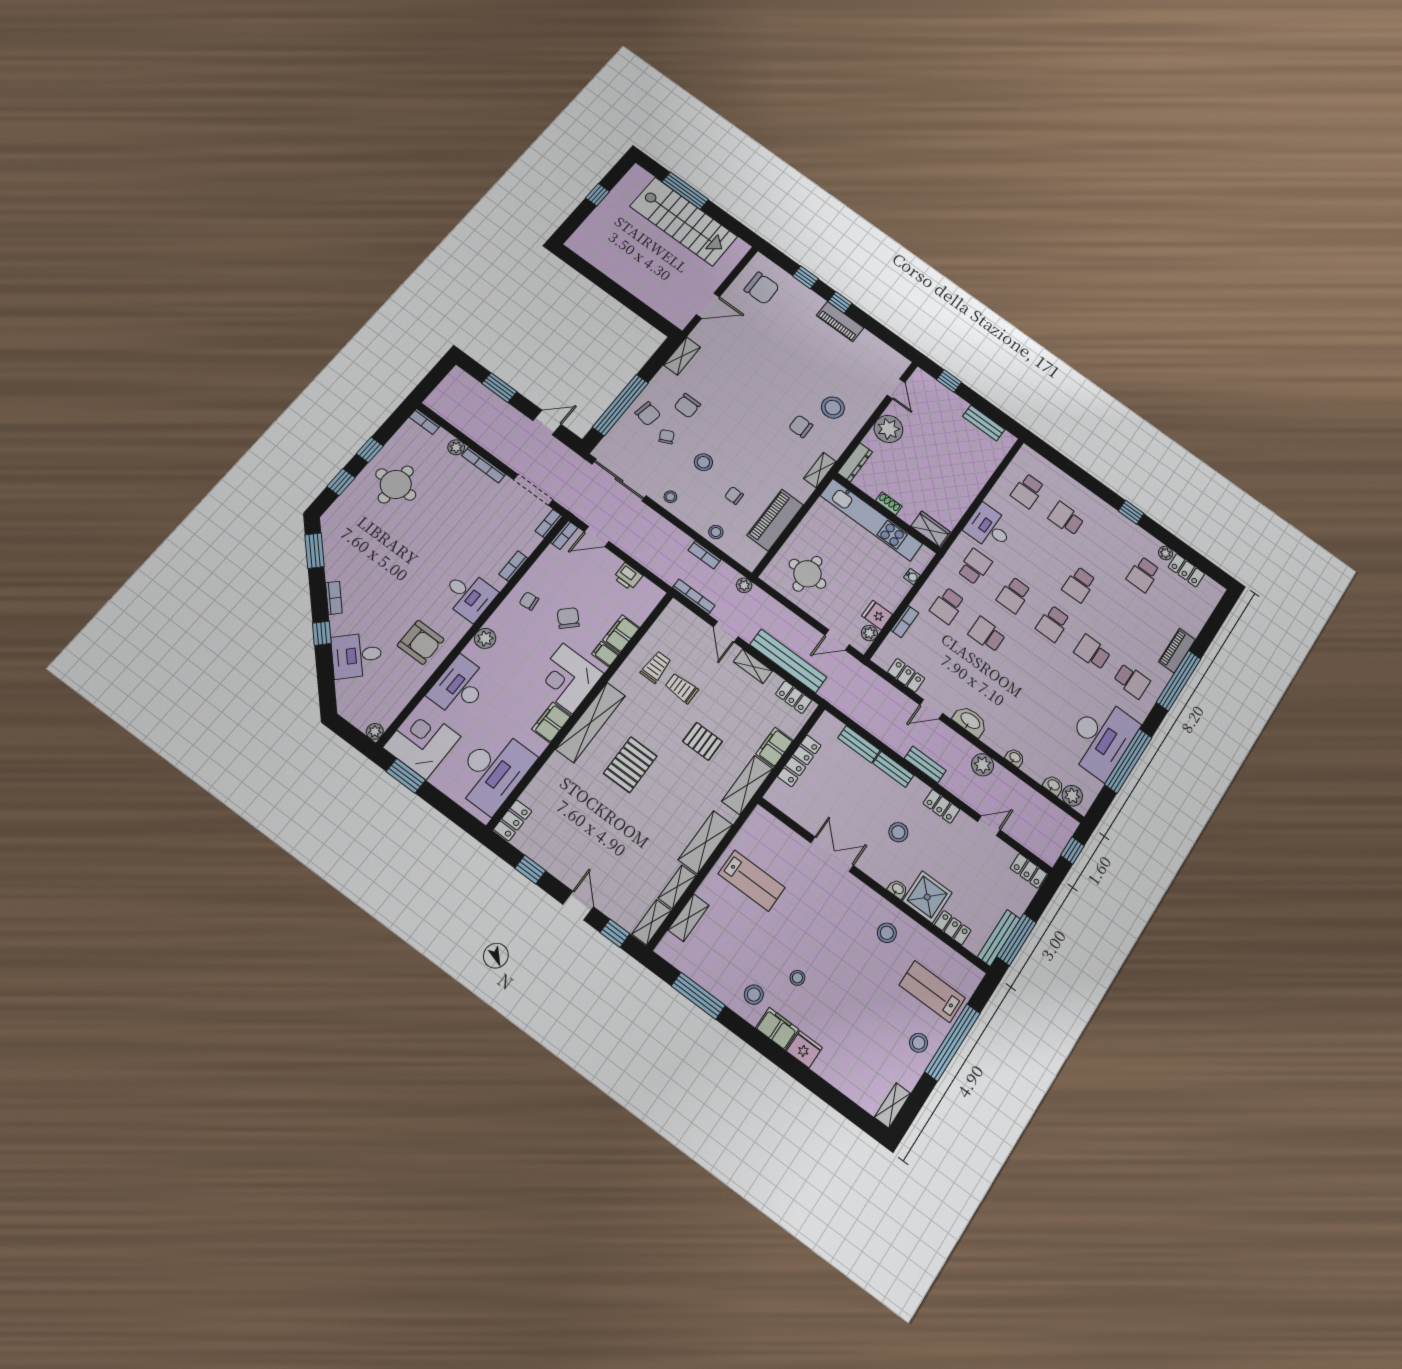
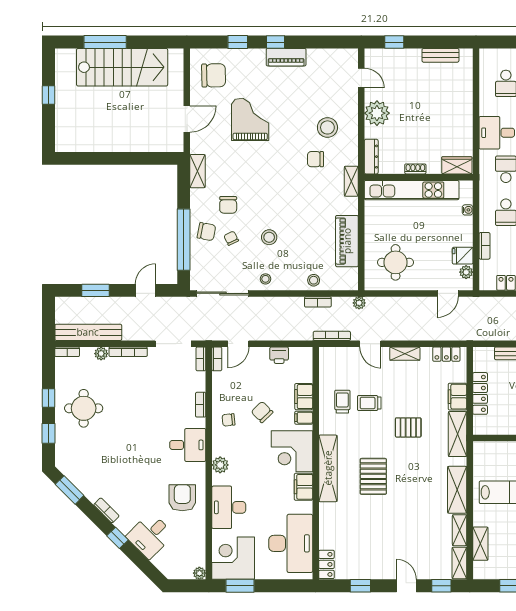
grand piano: (766, 349) -> (250, 119), added
chair: (734, 495) -> (307, 245), removed
armchair: (421, 642) -> (182, 498), turned -90
bench: (788, 661) -> (88, 332), moved

